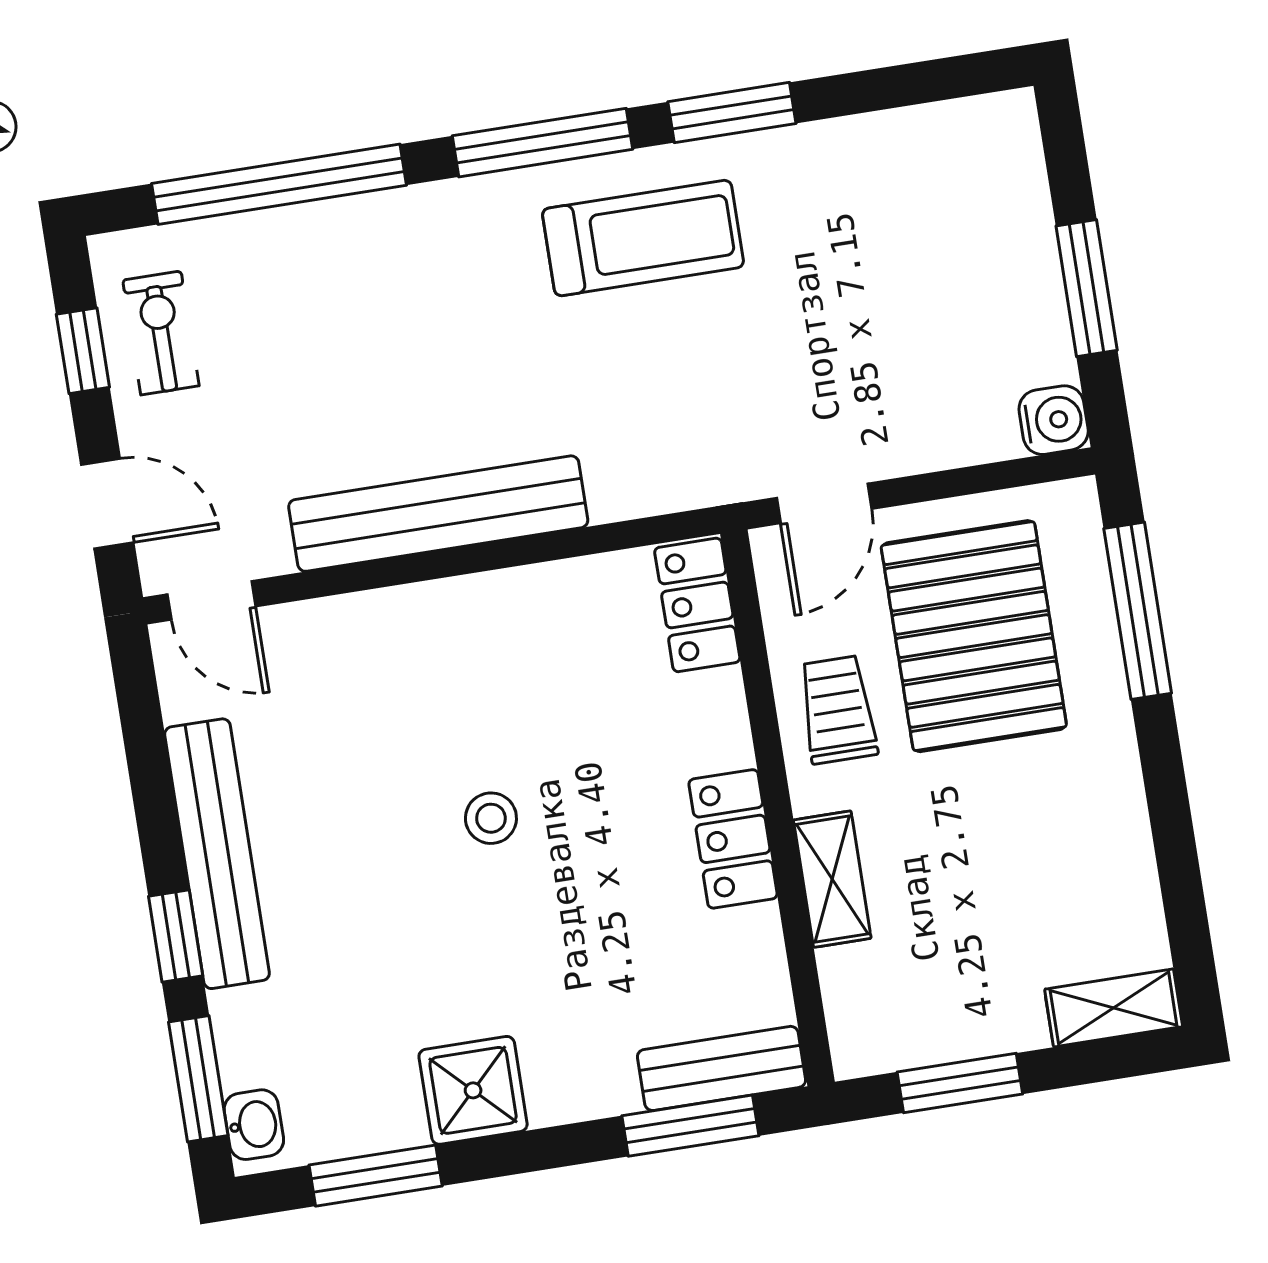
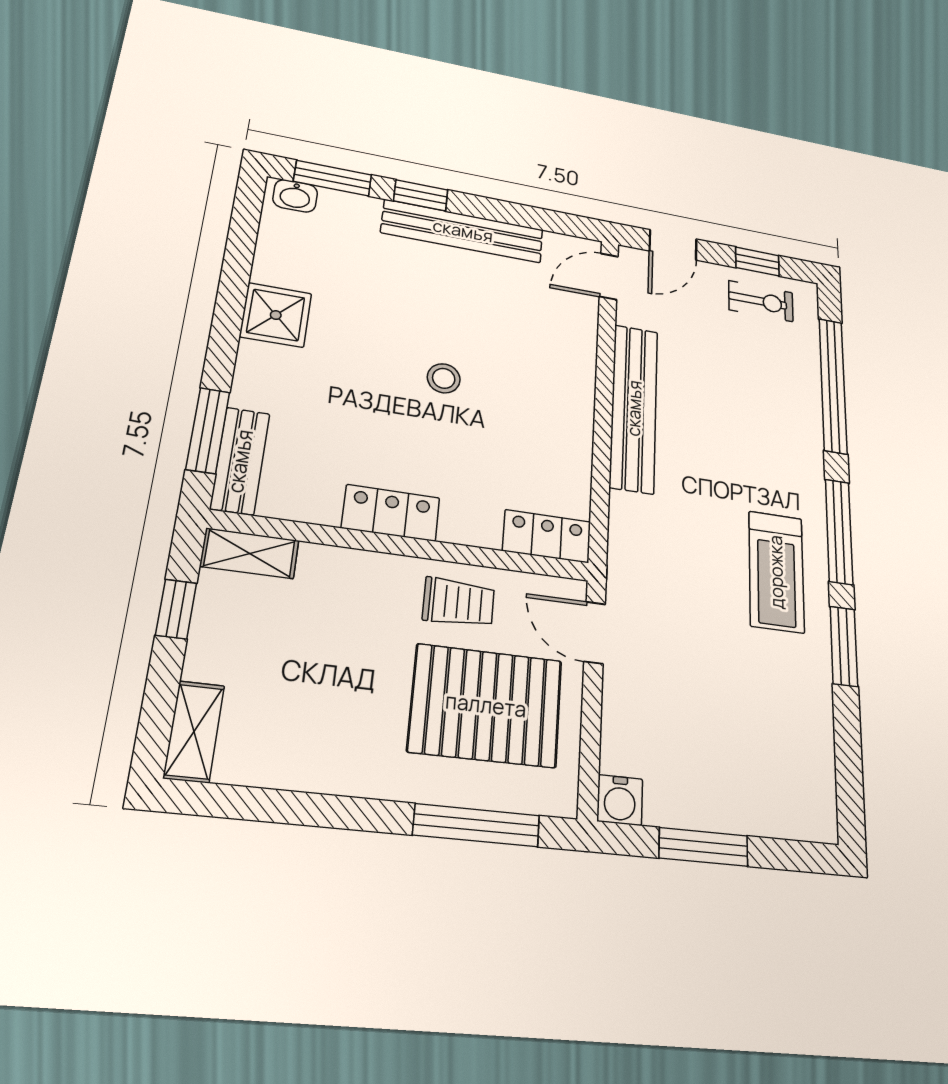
shelving: (832, 879) -> (250, 553), moved
window: (960, 1083) -> (176, 609), width x0.67
window: (376, 1176) -> (241, 247), removed

